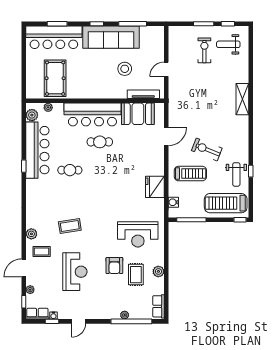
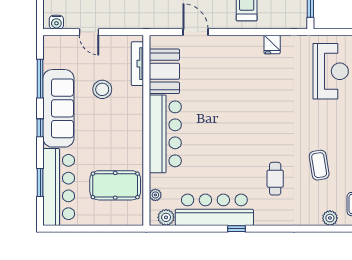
door: (166, 69) -> (89, 32), moved
cafe table: (100, 142) -> (203, 124), removed
cafe table: (70, 170) -> (275, 179), moved
fridge: (155, 187) -> (272, 45), width x0.53, depth x0.75
water cooler: (173, 202) -> (56, 22), moved

